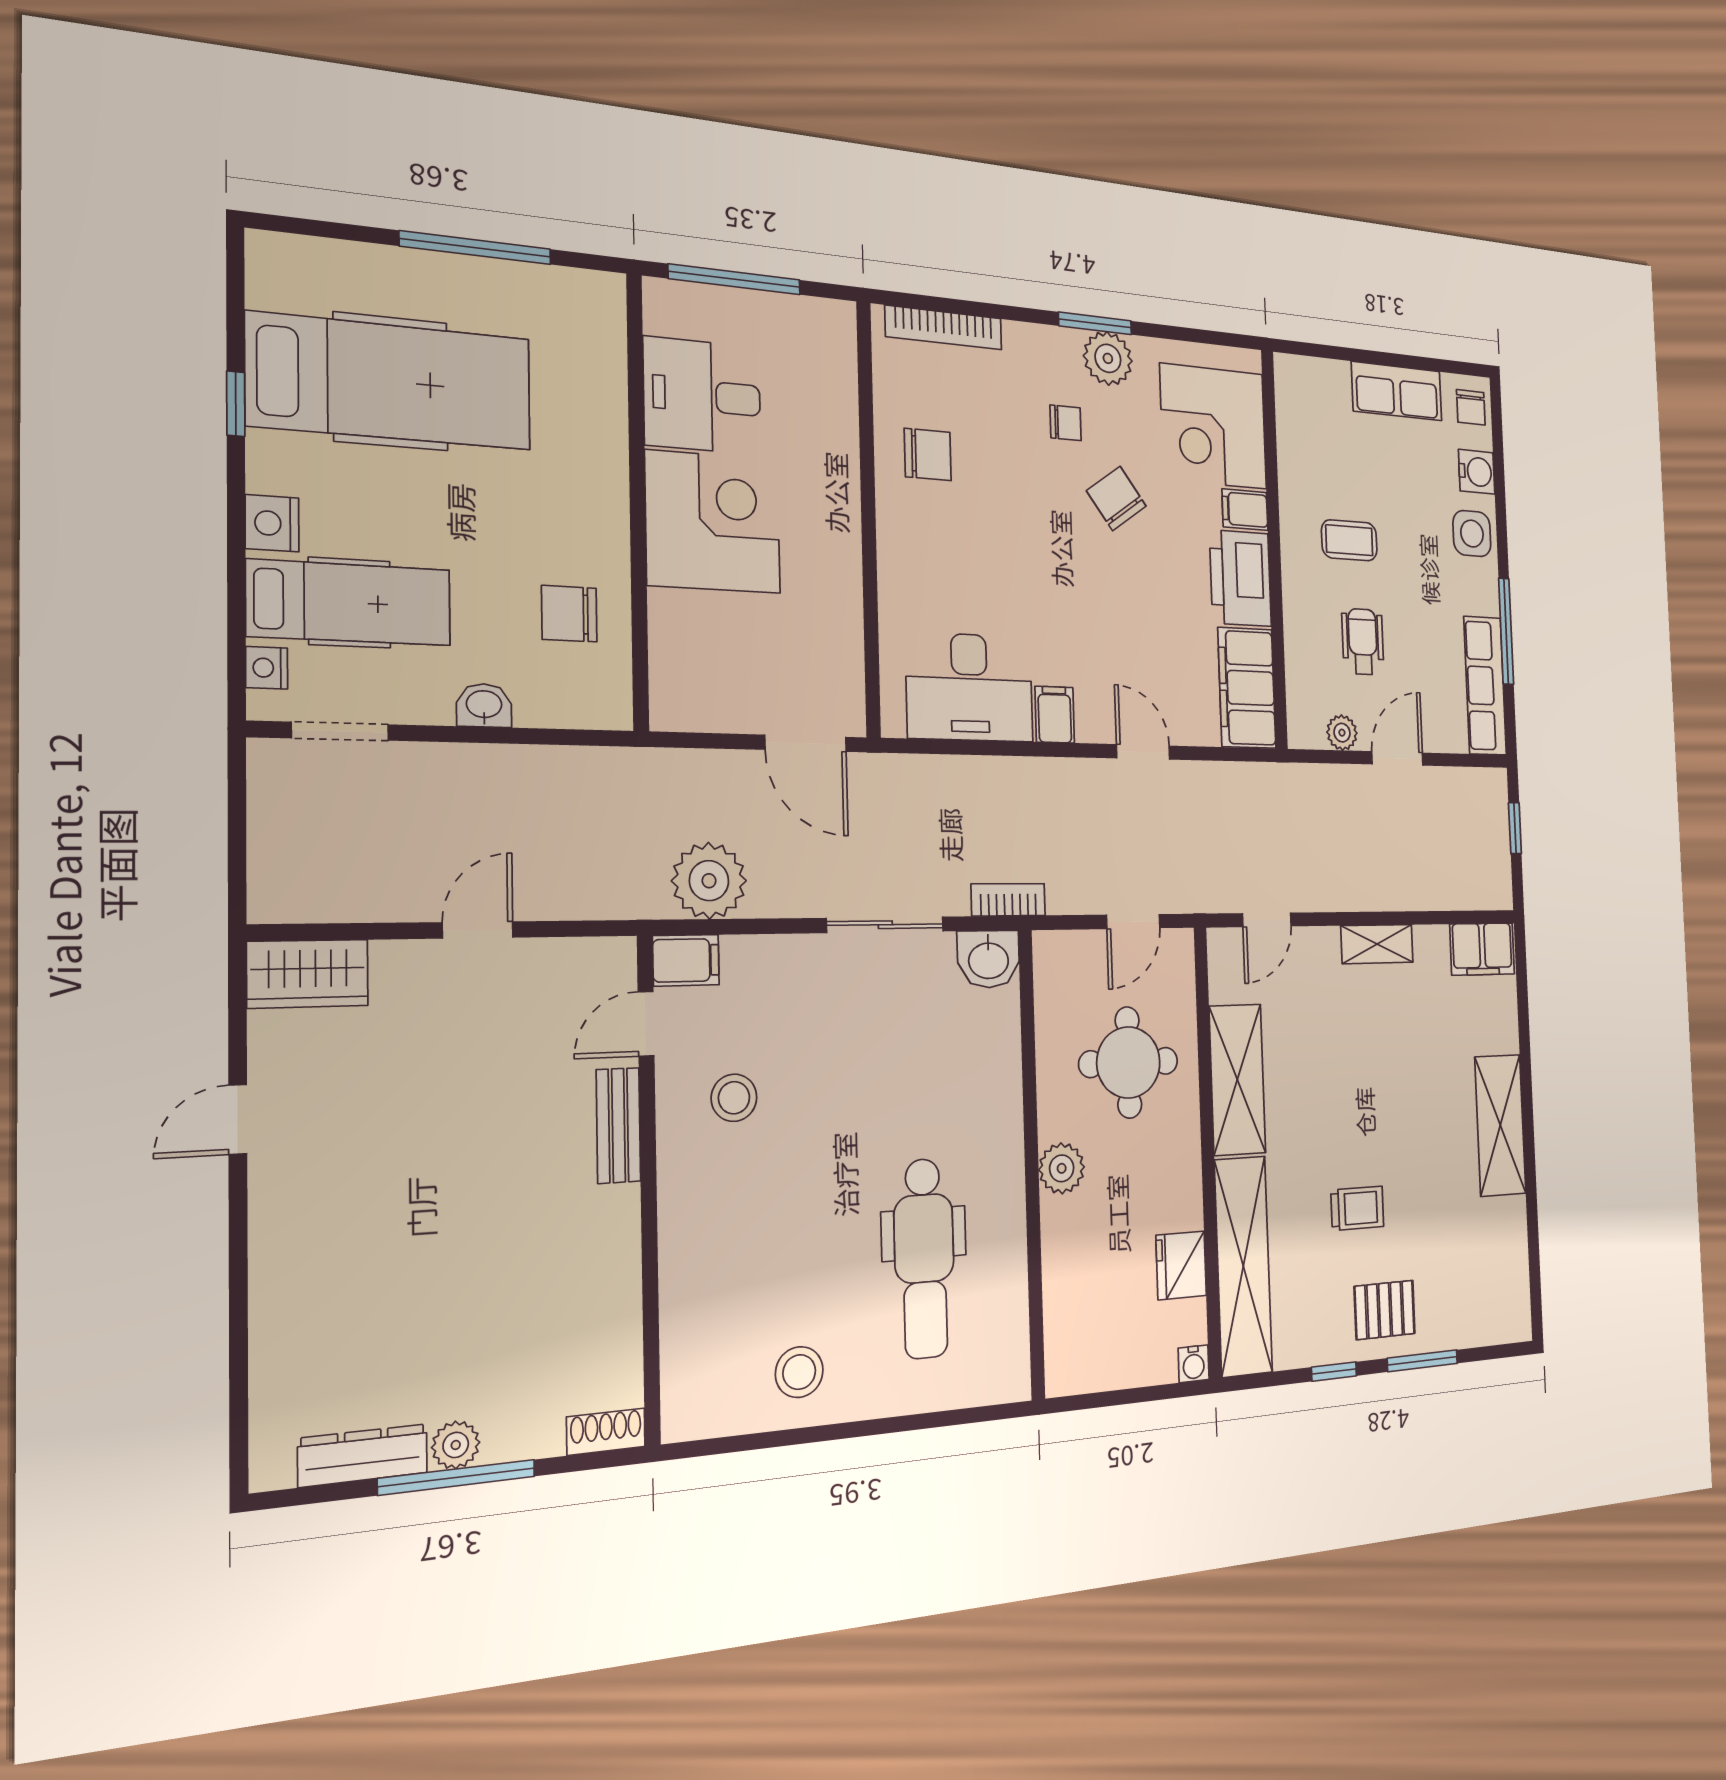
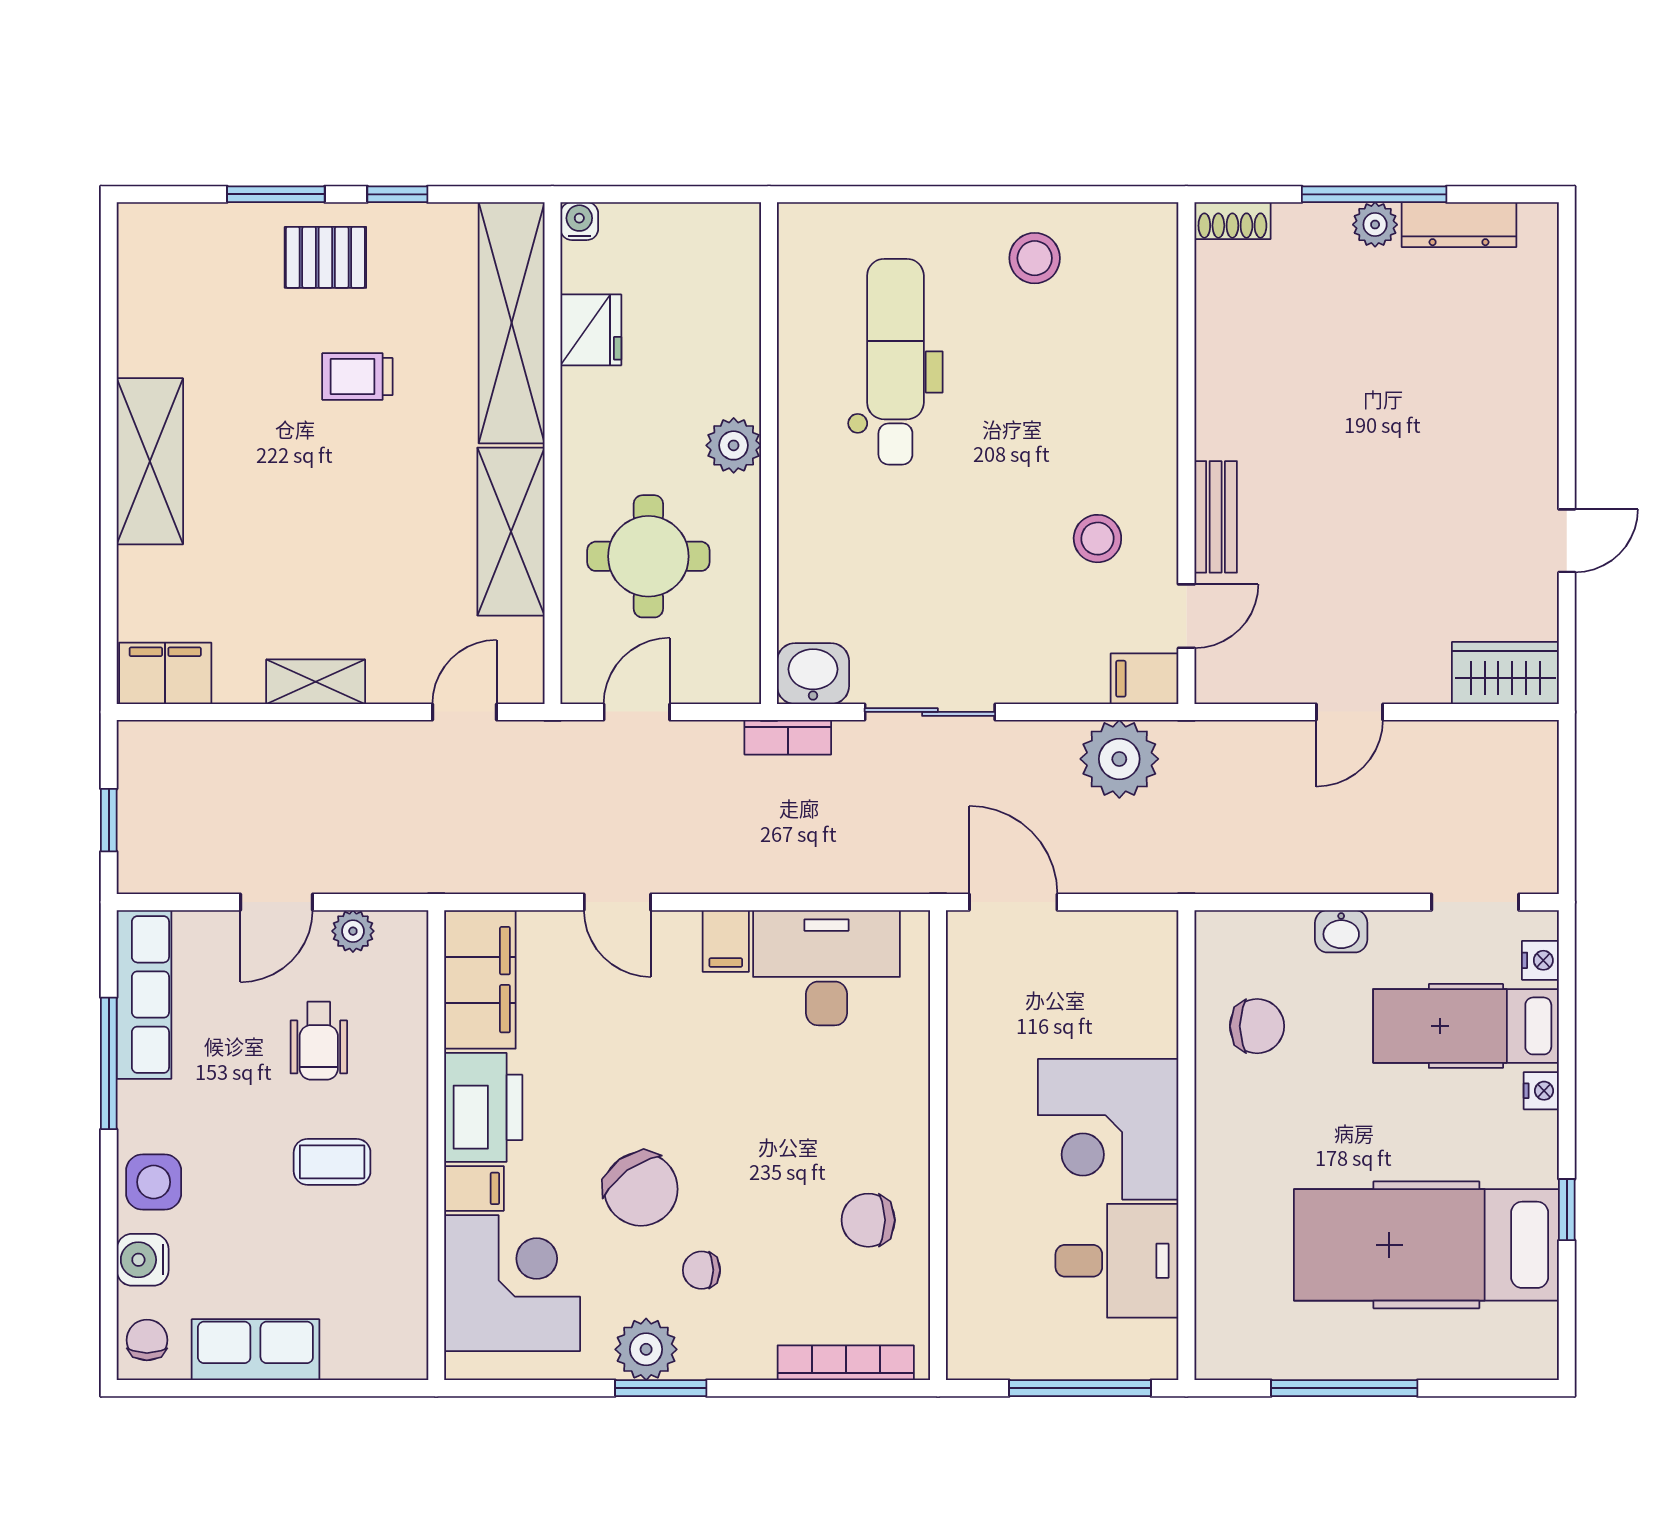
chair: (1116, 498) -> (641, 1189), width x1.37, depth x1.37
nightstand: (272, 523) -> (1541, 1091), width x0.72, depth x0.74

